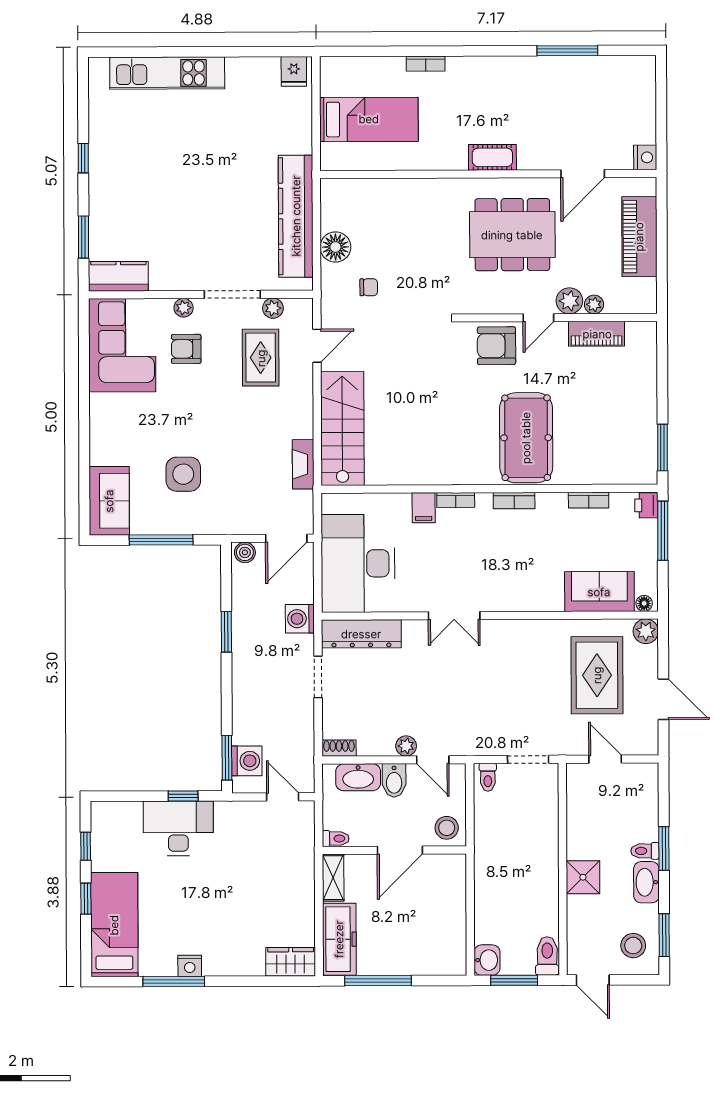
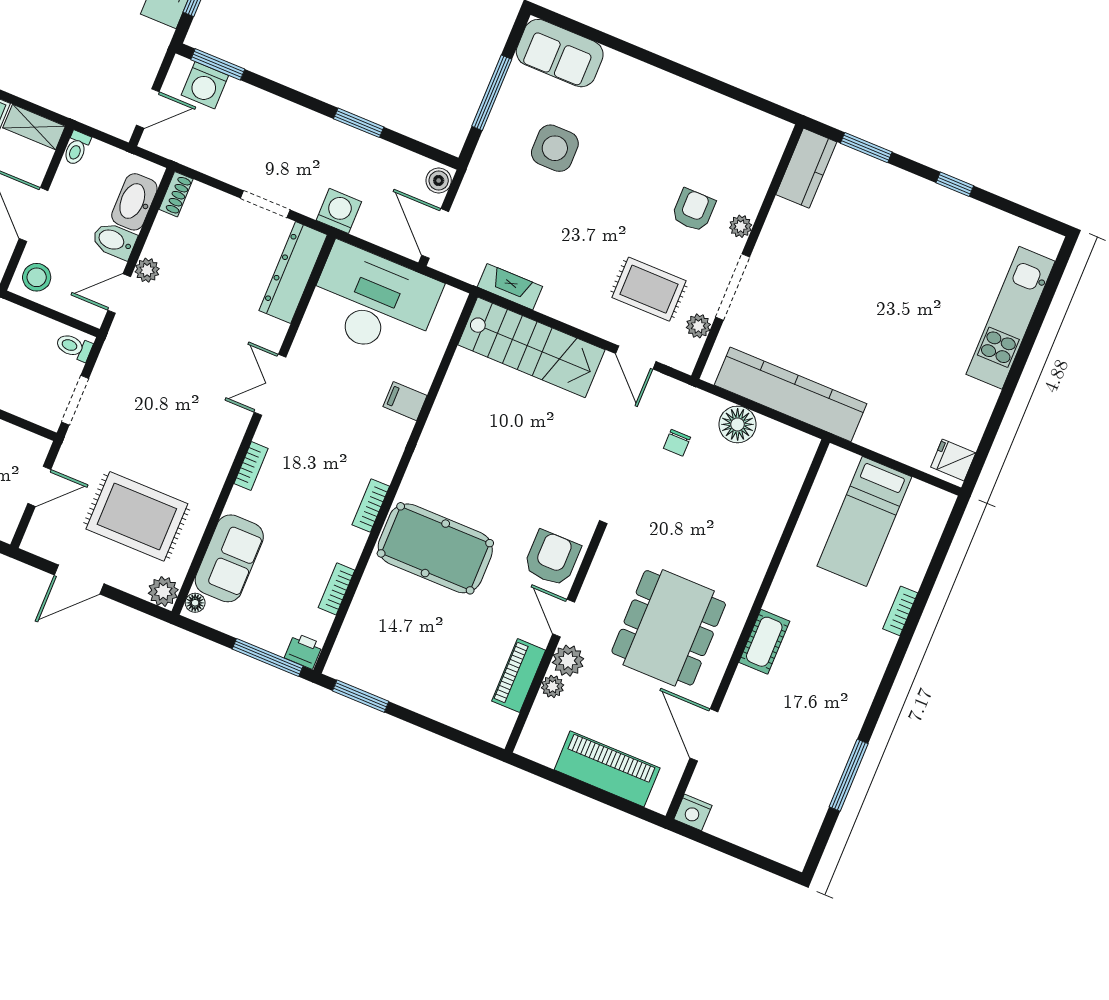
corner sofa: (122, 345) -> (727, 140), removed
bookcase: (456, 500) -> (251, 466), moved, turned 180

